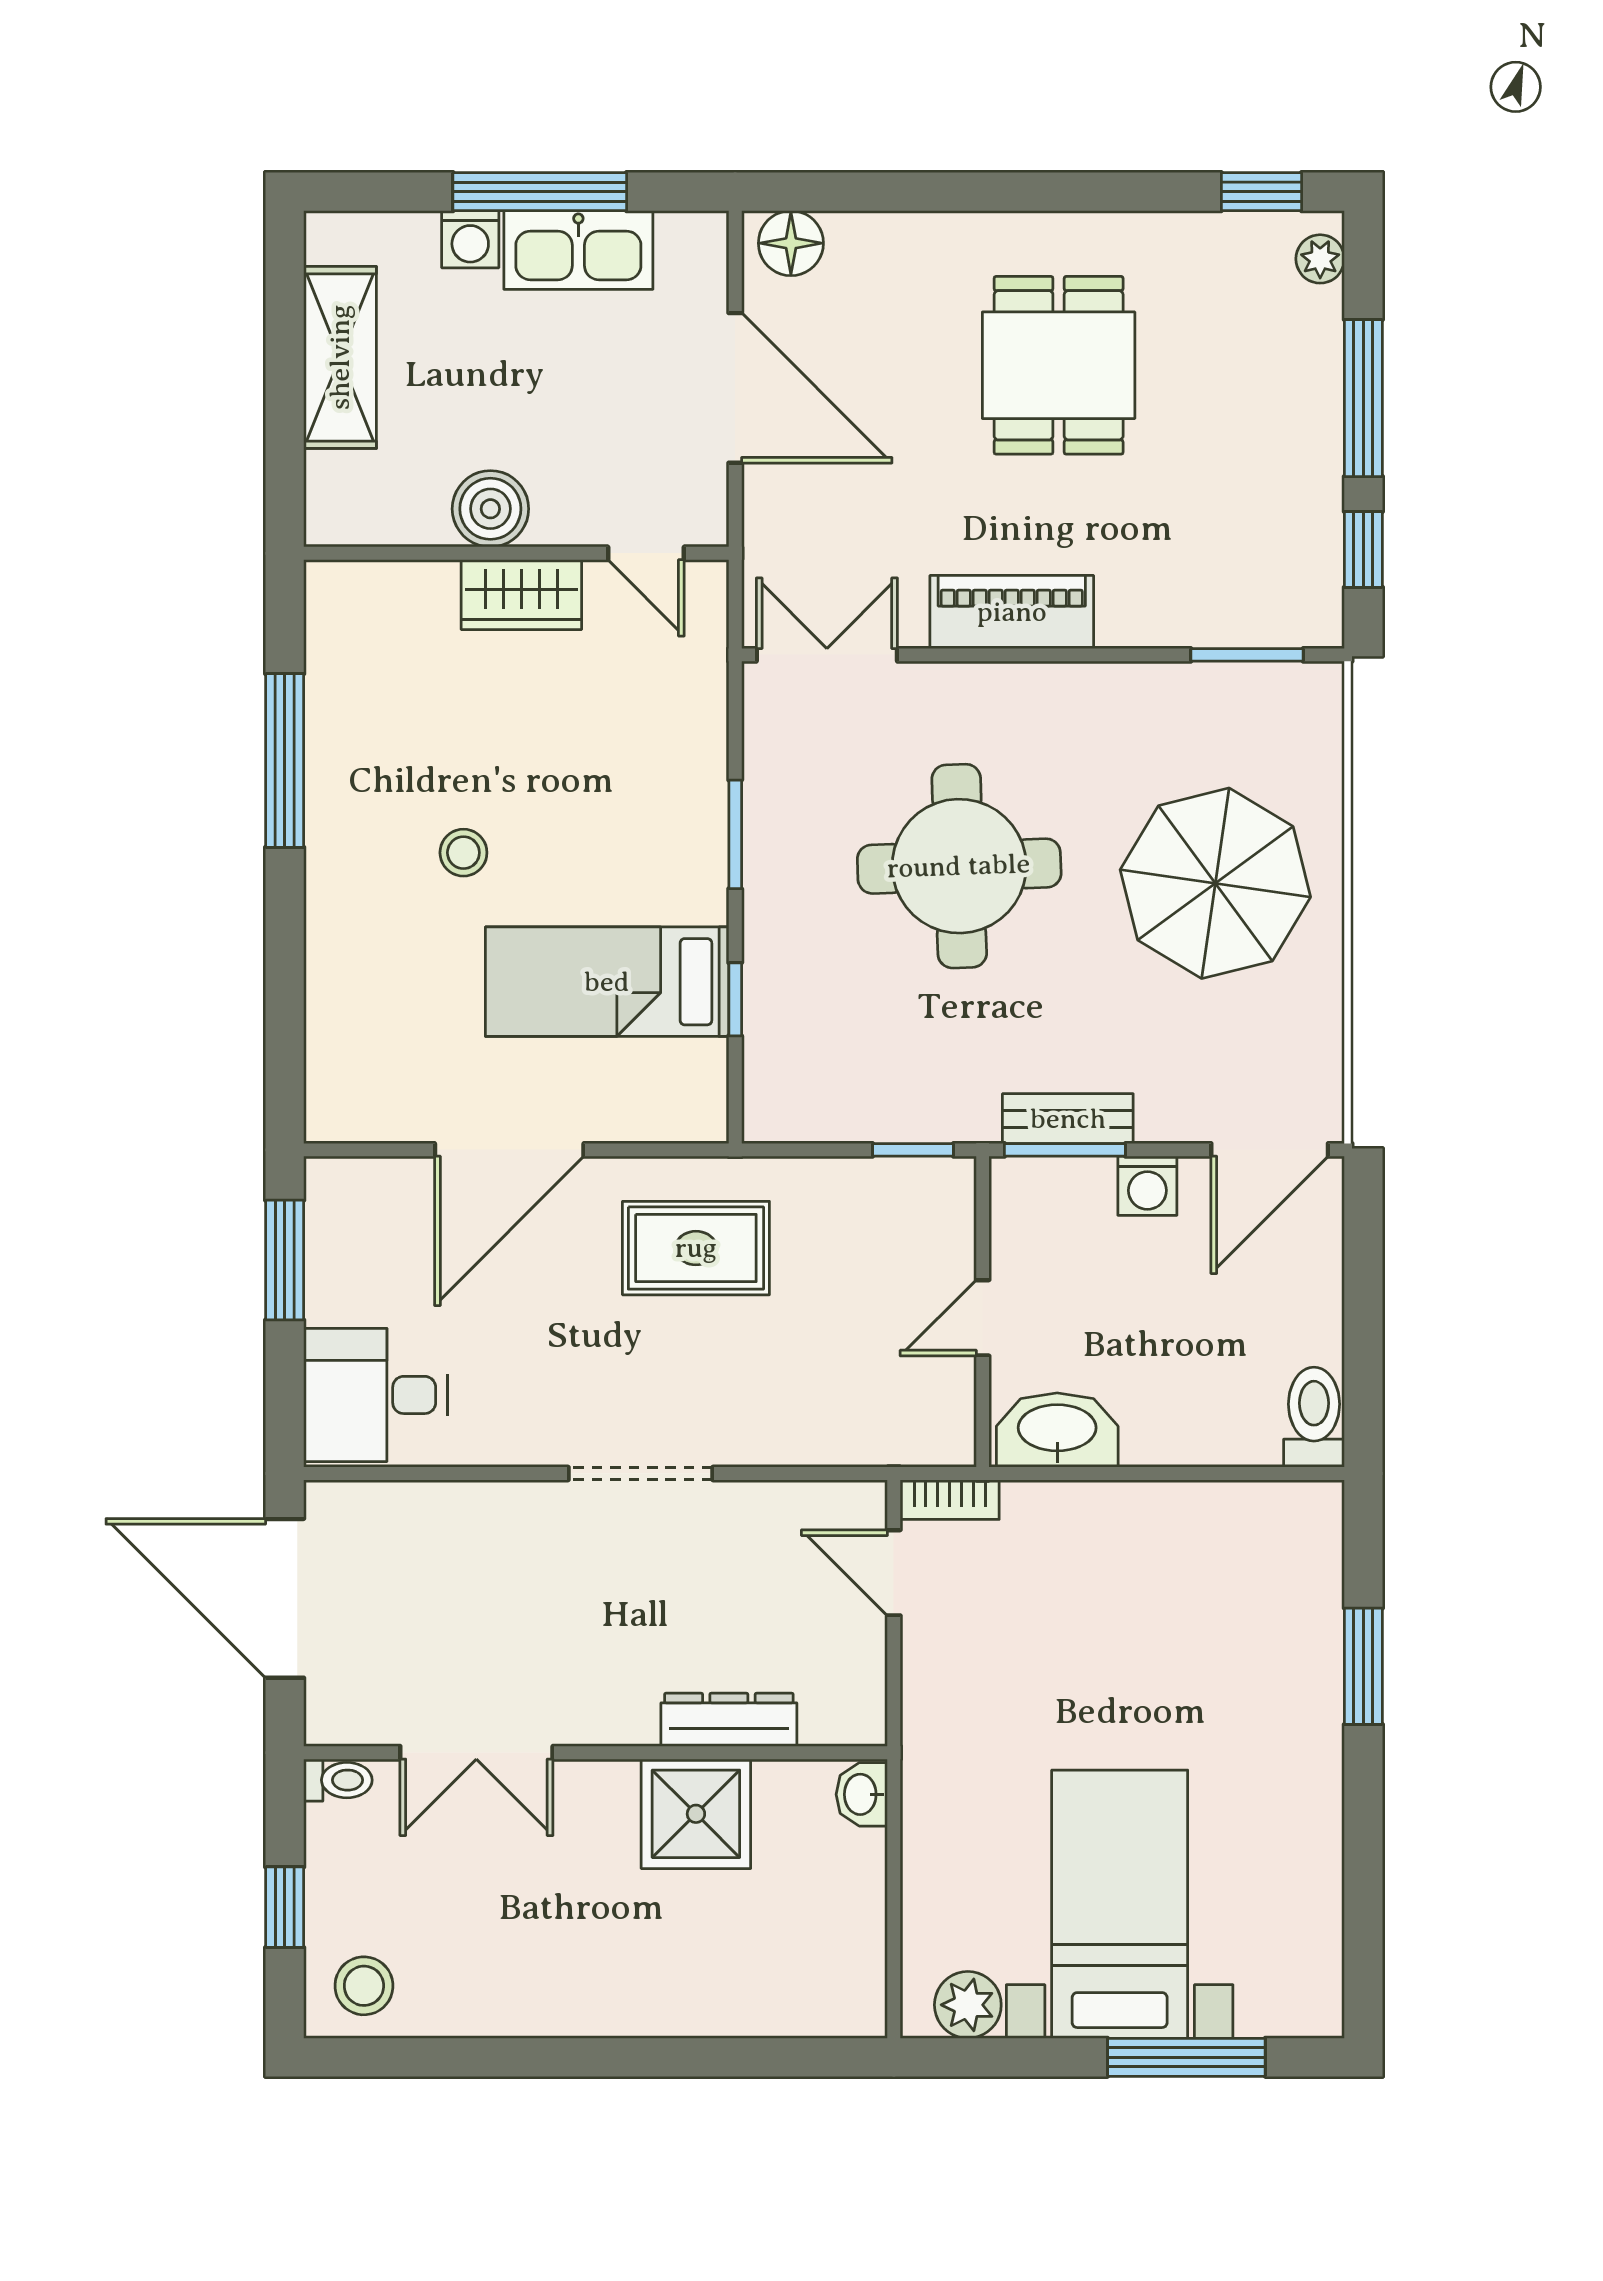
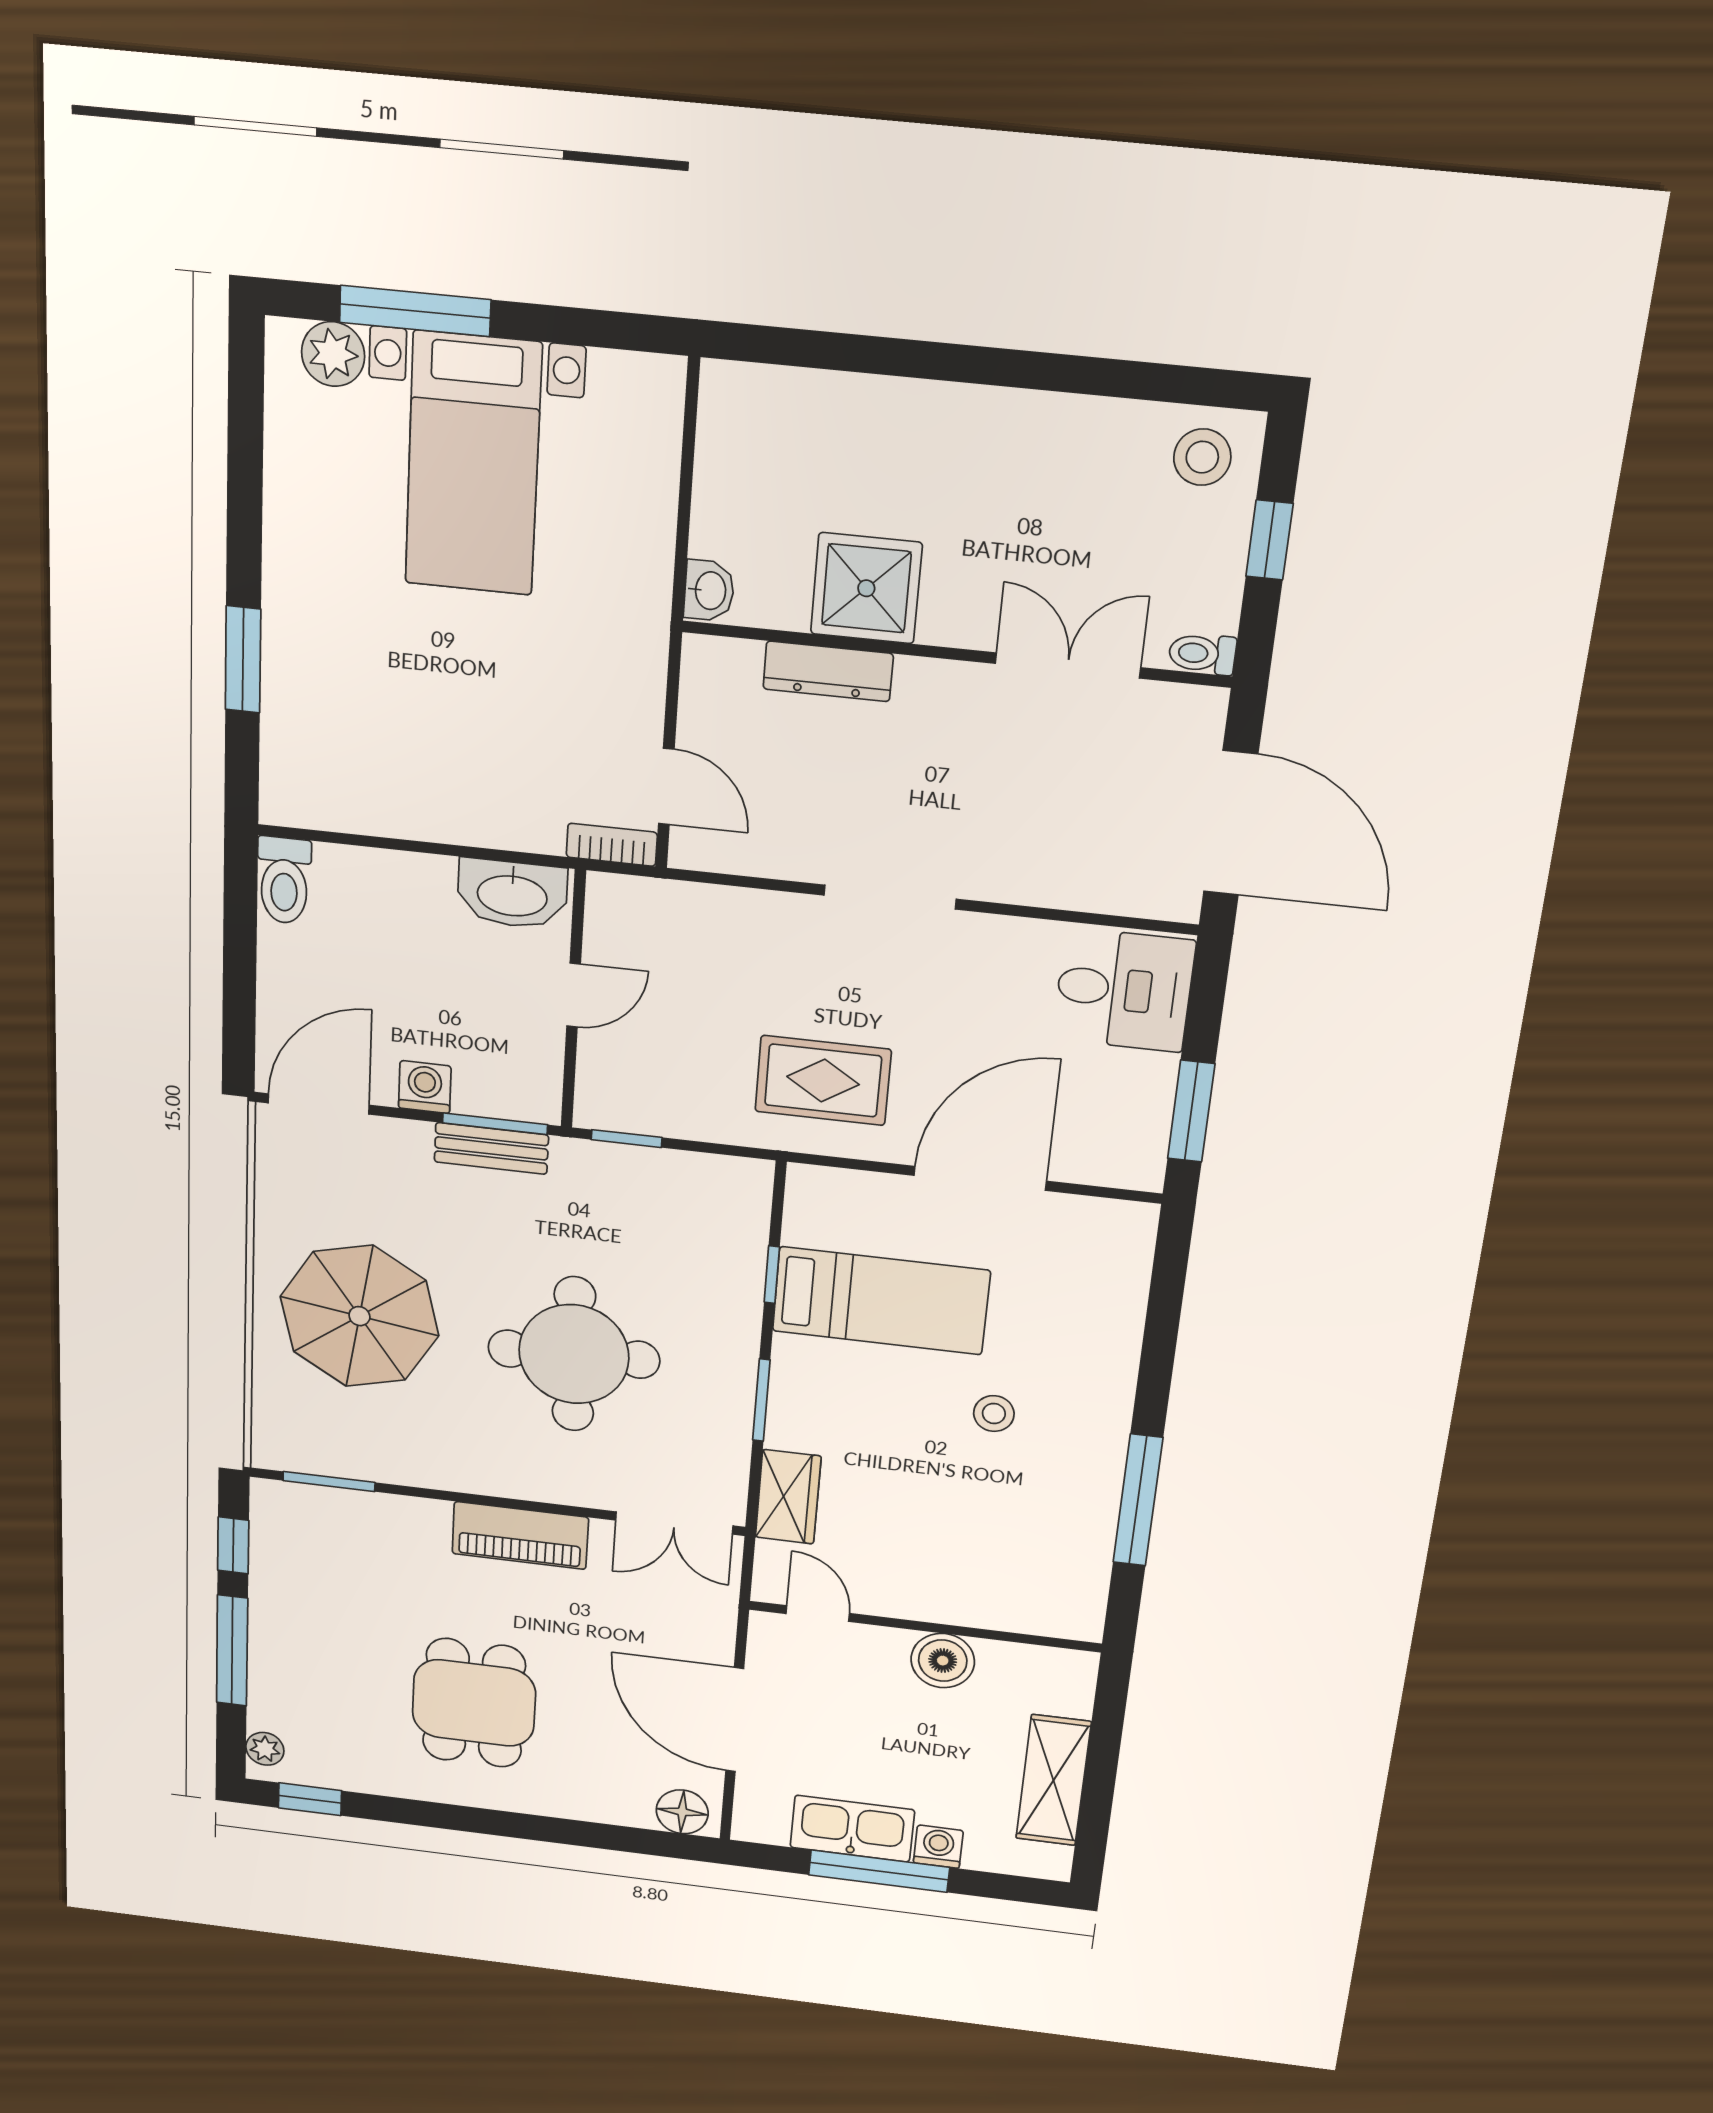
wardrobe: (521, 595) -> (788, 1497), moved, turned 90
plant: (968, 2005) -> (333, 354), moved

